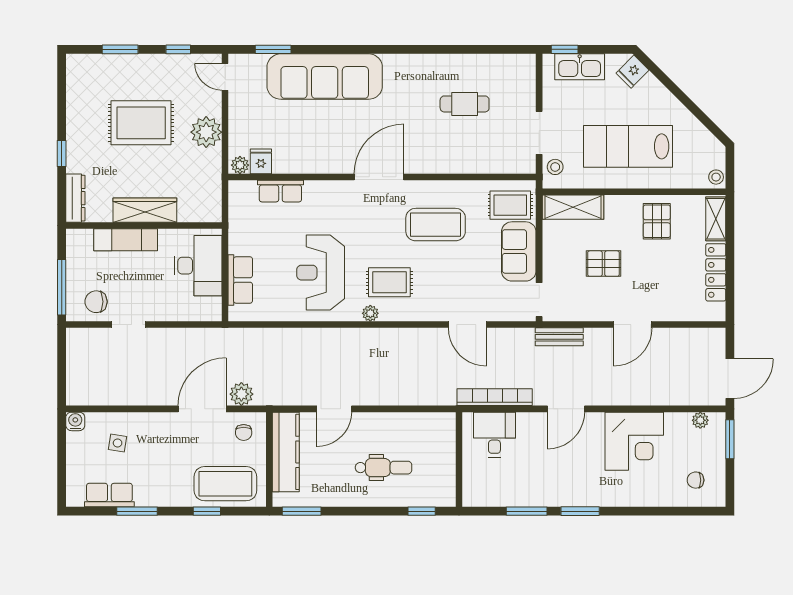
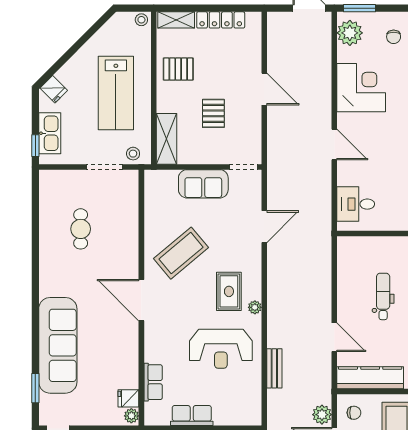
rug: (510, 205) -> (165, 191), removed
coffee table: (436, 225) -> (181, 253), turned 50
row of seats: (240, 280) -> (192, 415), moved
bench: (559, 337) -> (274, 368), moved
bookcase: (495, 397) -> (325, 204), removed
plant: (700, 420) -> (350, 33), width x1.87, depth x1.87

